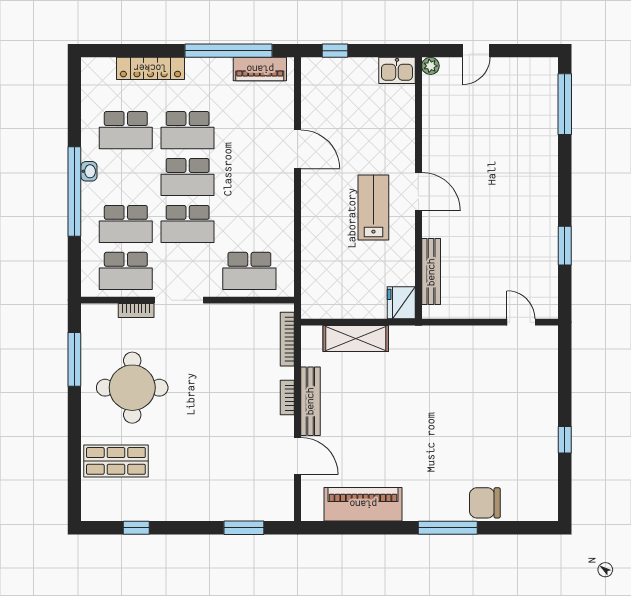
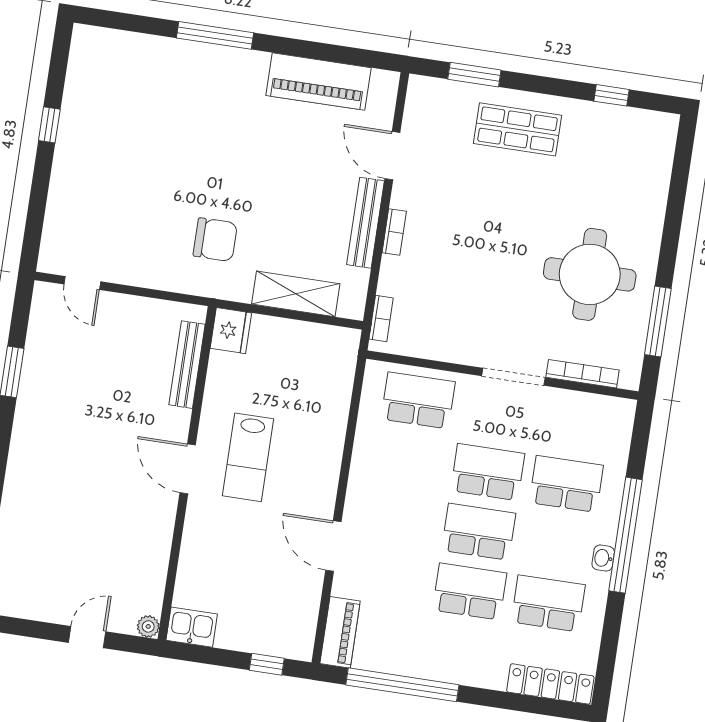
locker: (150, 68) -> (550, 684), moved
piano: (260, 69) -> (340, 632), moved, turned 90
school desk: (126, 271) -> (575, 424), removed
bookcase: (136, 311) -> (582, 374), width x1.56
bookcase: (287, 339) -> (381, 319), width x0.64
shop shelf: (116, 461) -> (517, 129), moved
chair: (485, 503) -> (215, 240), moved

